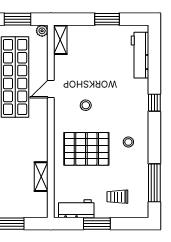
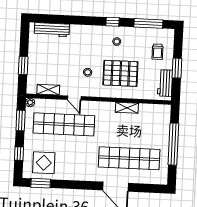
window: (107, 19) -> (23, 65), moved
shelving: (60, 40) -> (48, 90), moved
window: (154, 103) -> (113, 22), moved
pallet: (86, 149) -> (120, 73), turned 90
shelving: (41, 177) -> (127, 108), moved

